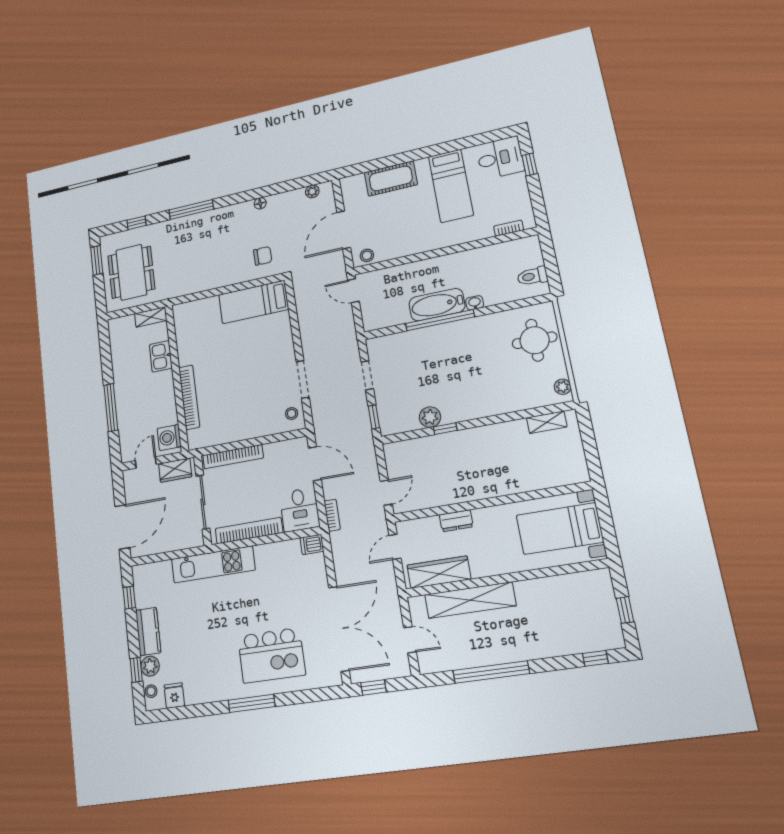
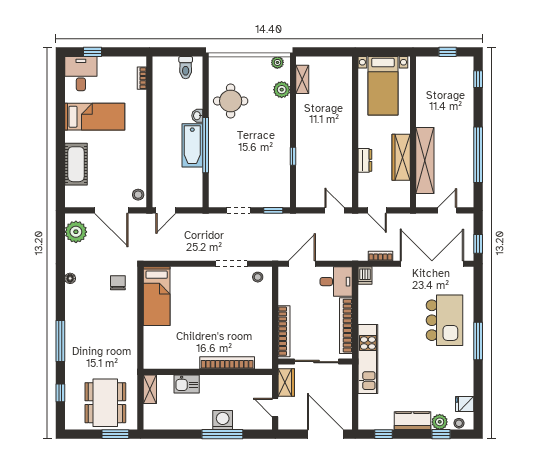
plant: (312, 191) -> (76, 232), width x1.88, depth x1.88
window: (97, 260) -> (115, 434), moved
dining table: (131, 272) -> (105, 403), turned 90
round table: (535, 340) -> (231, 101), moved
plant: (430, 417) -> (282, 90), moved
washing machine: (169, 438) -> (223, 420), moved, turned 180
bookcase: (332, 515) -> (380, 256), moved
wardrobe: (439, 572) -> (401, 157), moved

